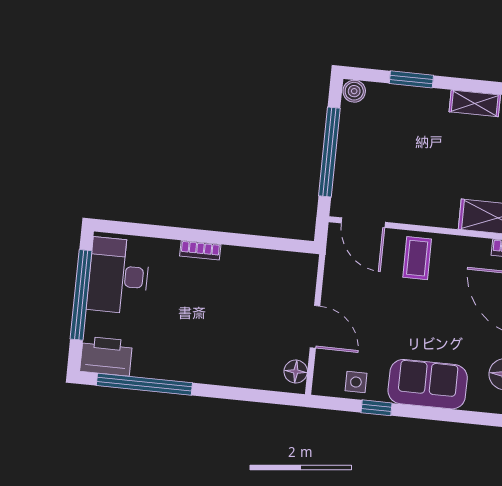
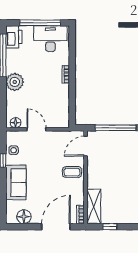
door: (315, 327) -> (36, 129), swing flipped
plant: (206, 364) -> (15, 82), added

